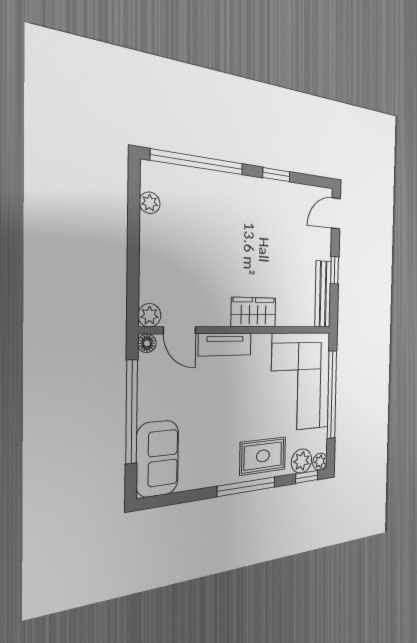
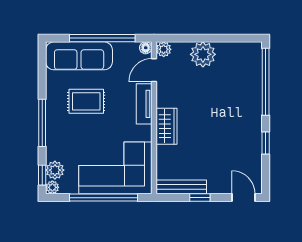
plant: (150, 203) -> (203, 54), moved, width x1.88, depth x1.88
rug: (263, 456) -> (86, 101), moved, turned 90
sofa: (158, 459) -> (79, 56), width x1.36

